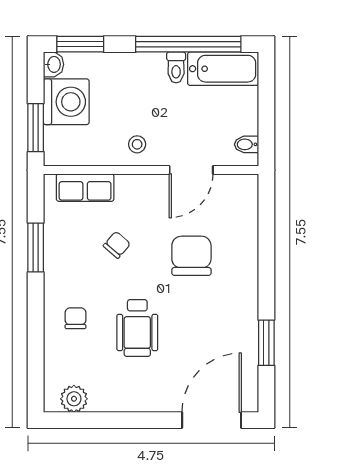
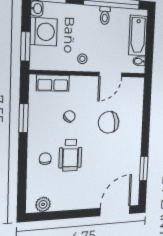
bathtub: (223, 69) -> (138, 36), moved, turned 90
chair: (191, 256) -> (109, 122), turned -99
wheelchair: (137, 328) -> (70, 155), moved

